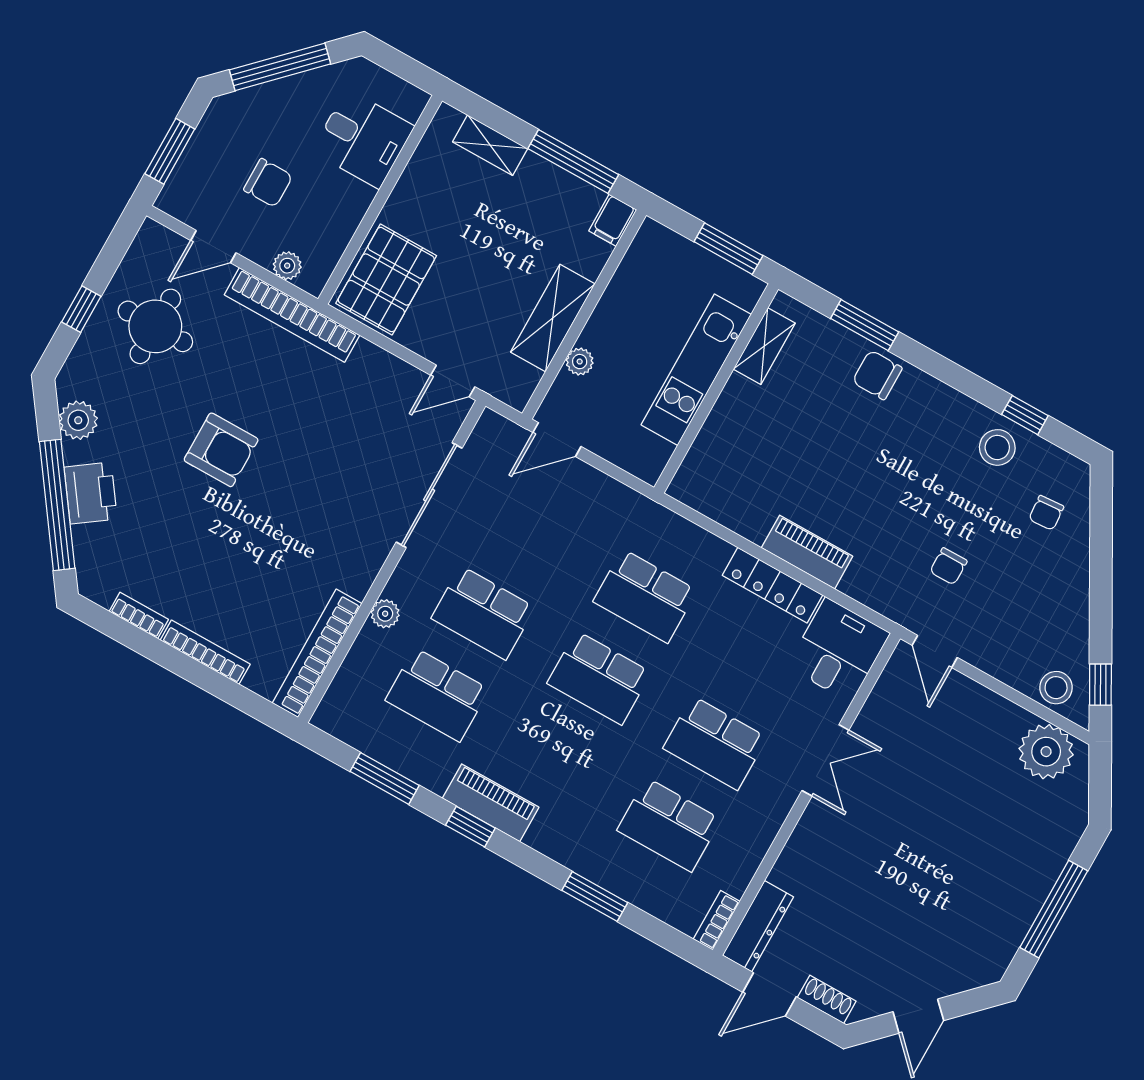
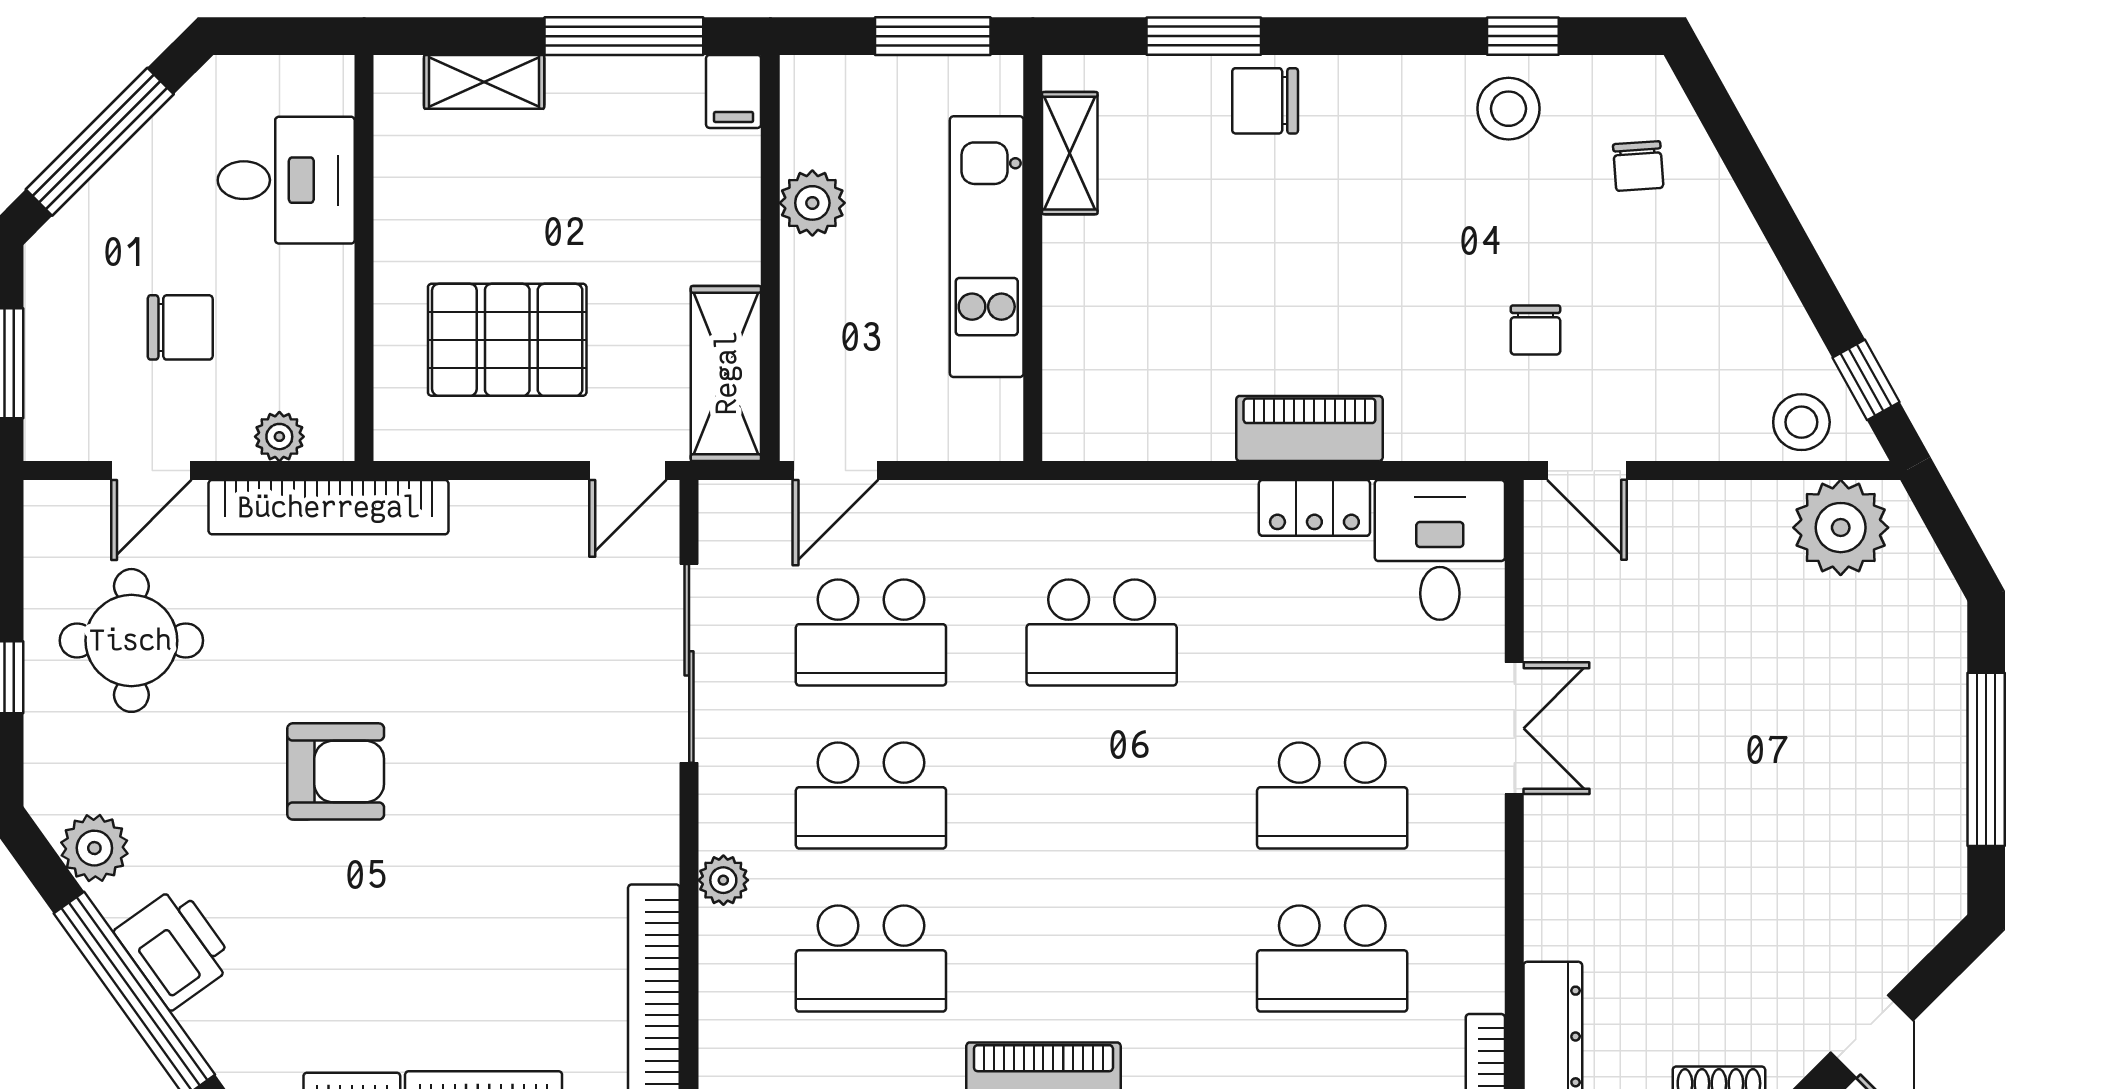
pallet: (386, 280) -> (507, 340), moved, turned 90
shelving: (553, 318) -> (726, 373), moved
plant: (580, 362) -> (812, 203), moved, width x1.38, depth x1.38
locker: (773, 585) -> (1314, 508), width x0.66
school desk: (599, 678) -> (871, 633), moved

